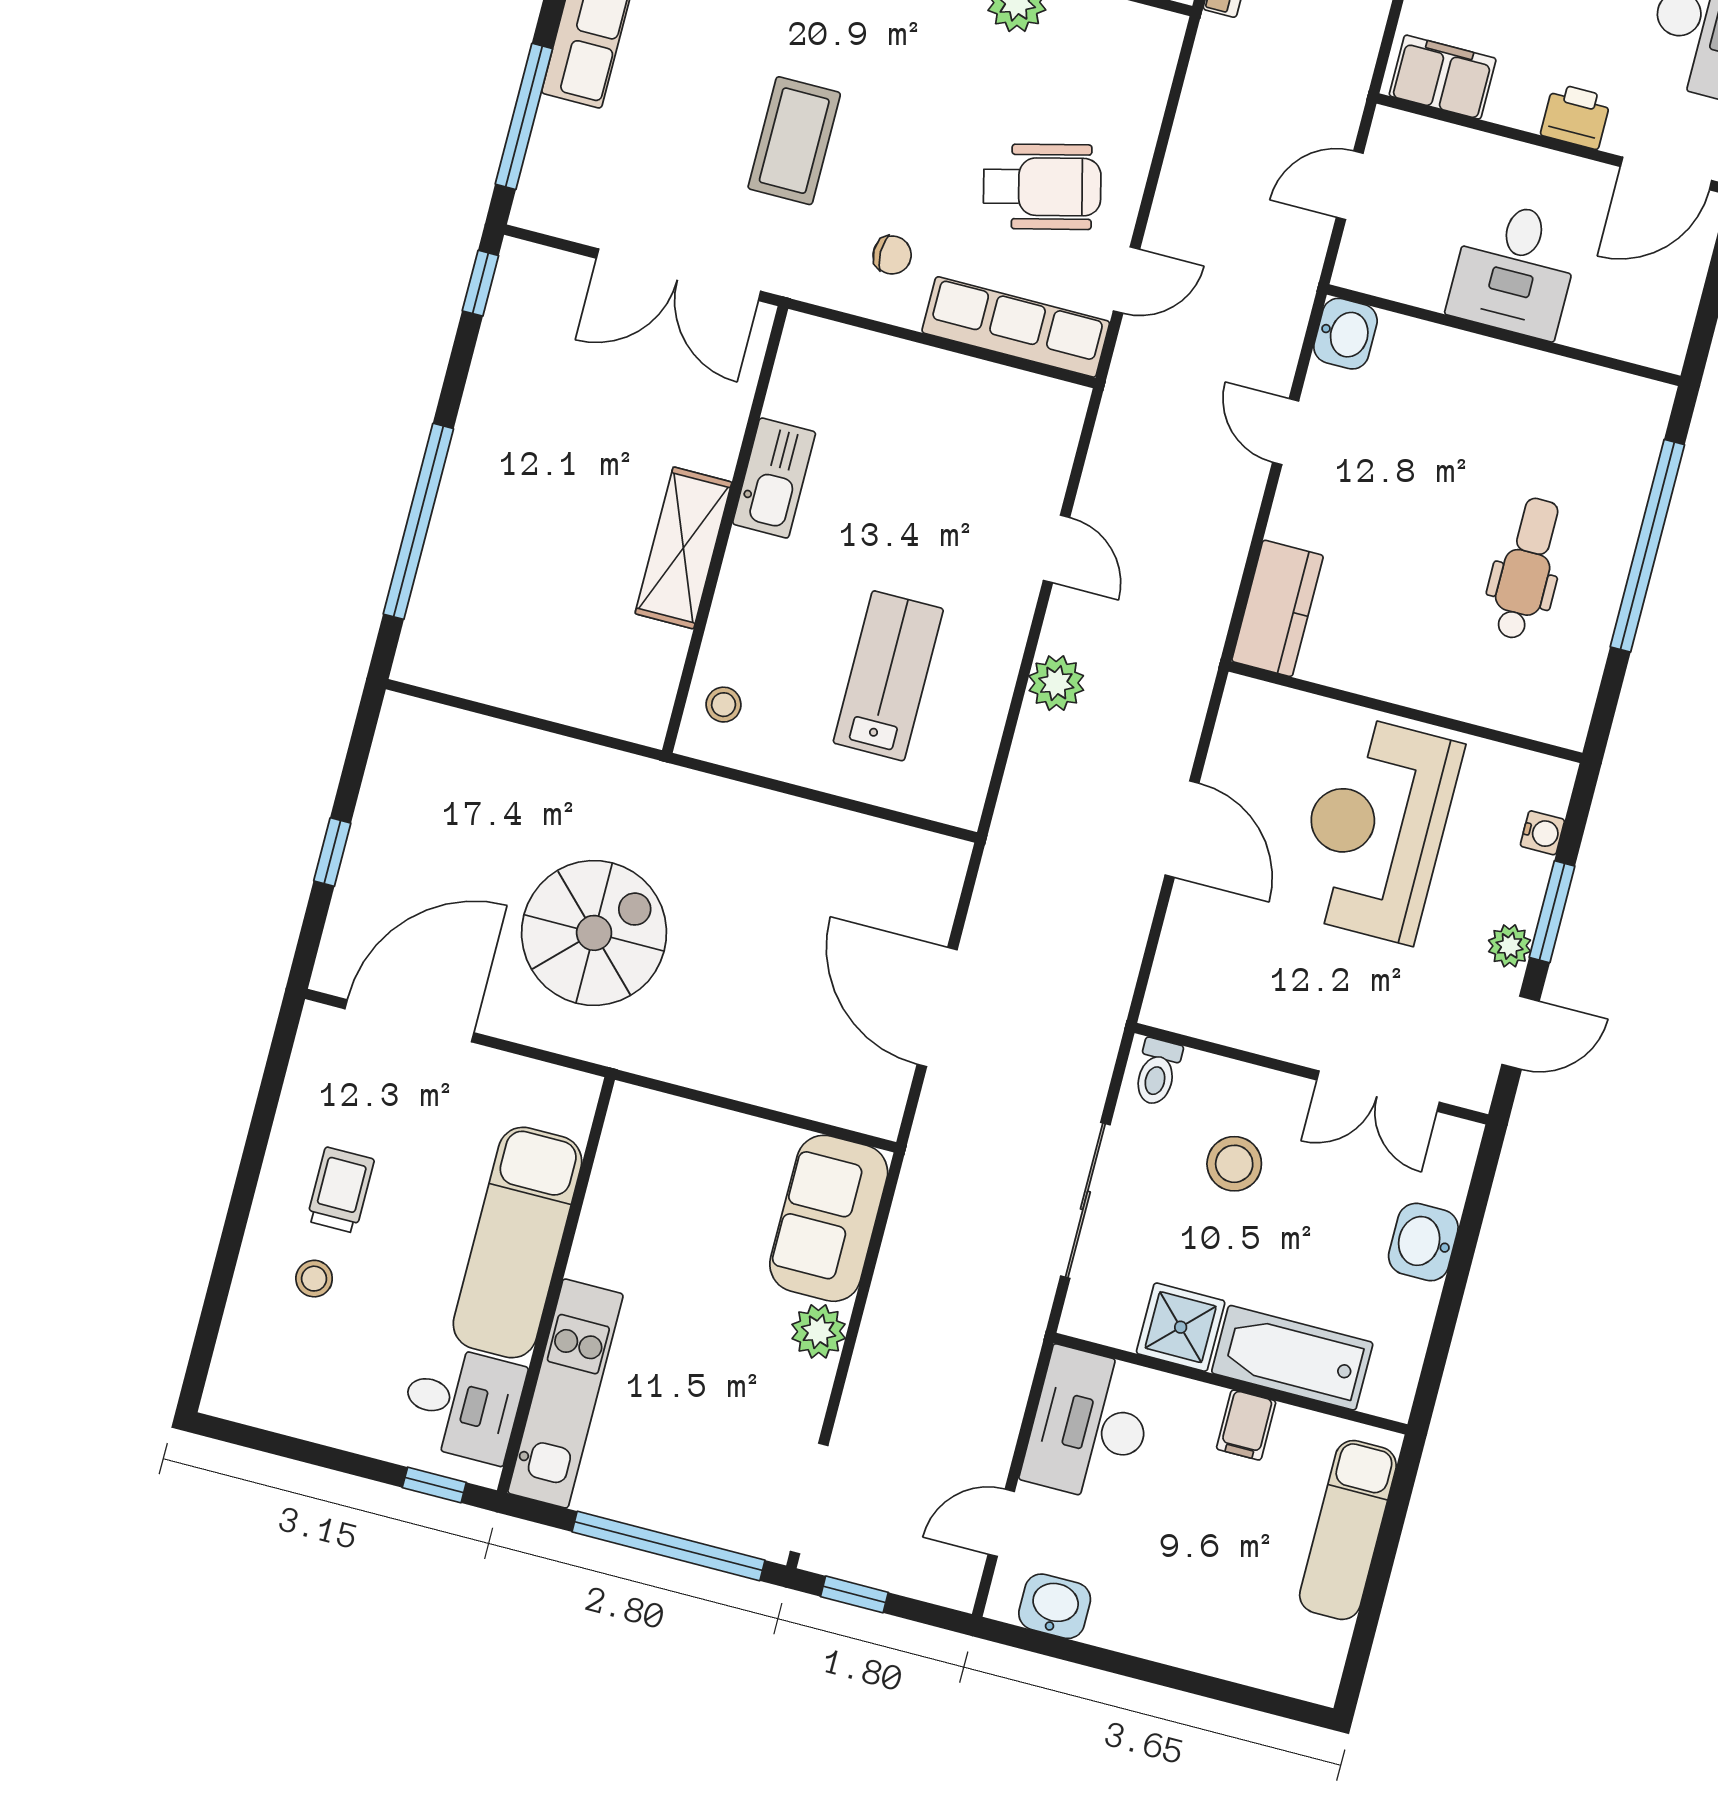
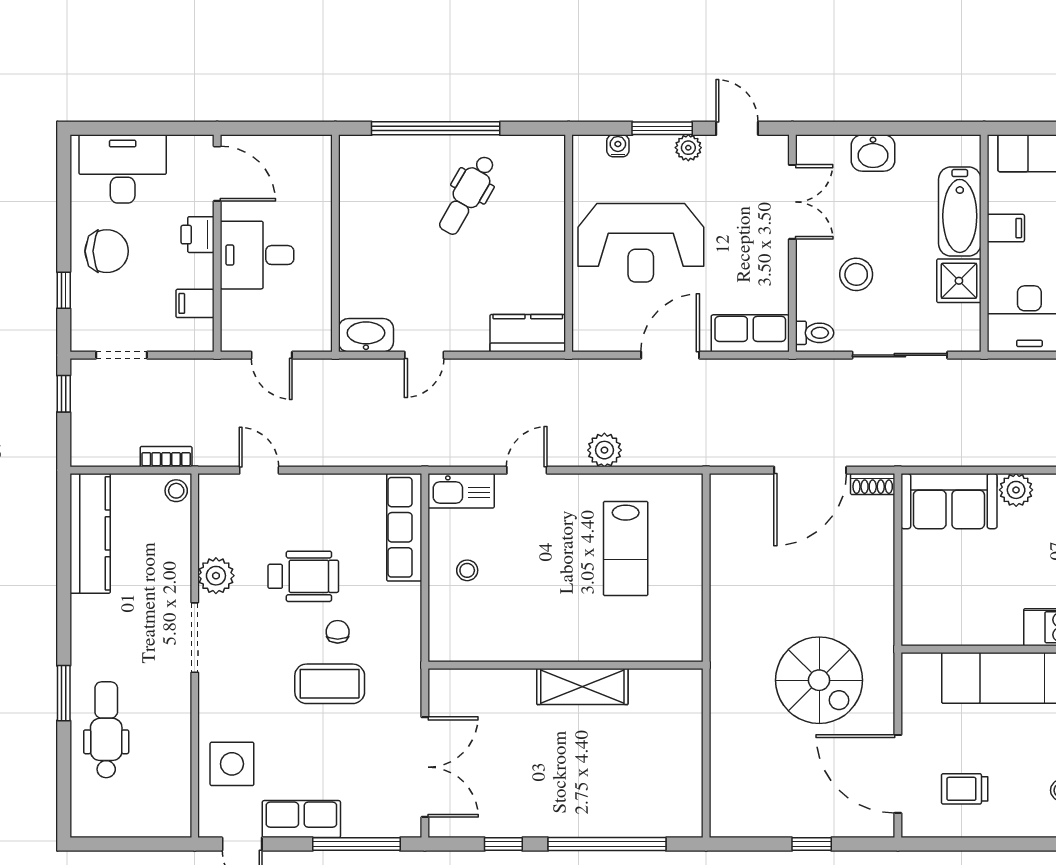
filing cabinet: (1443, 77) -> (195, 303), width x0.50
wheelchair: (1042, 187) -> (303, 576), moved, turned 104
chair: (892, 255) -> (338, 632), moved
desk: (1514, 269) -> (257, 255), moved, turned 180
double door: (679, 275) -> (425, 767), moved
door: (1127, 280) -> (259, 470), moved
window: (480, 283) -> (503, 844), moved
washbasin: (1345, 334) -> (366, 335), width x1.38
kitchen sink: (774, 478) -> (461, 491), moved, turned 180
dental chair: (1526, 569) -> (467, 195), turned -60
lab bench: (888, 676) -> (626, 548), turned -90
stool: (724, 705) -> (467, 570), moved
spiral stairs: (594, 933) -> (819, 680), turned 180
row of seats: (1183, 968) -> (750, 333), added
shoe rack: (888, 1102) -> (873, 484), added
trolley: (340, 1190) -> (965, 789), moved

